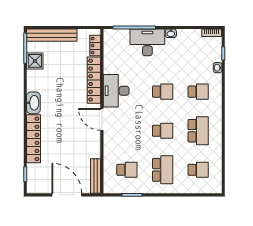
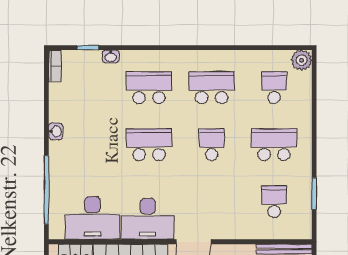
desk: (147, 42) -> (93, 218), moved, turned -90
school desk: (163, 92) -> (149, 145), width x1.85
school desk: (198, 92) -> (149, 88), width x1.85
plant: (215, 187) -> (302, 60), added

